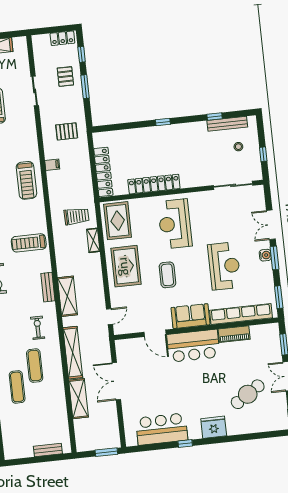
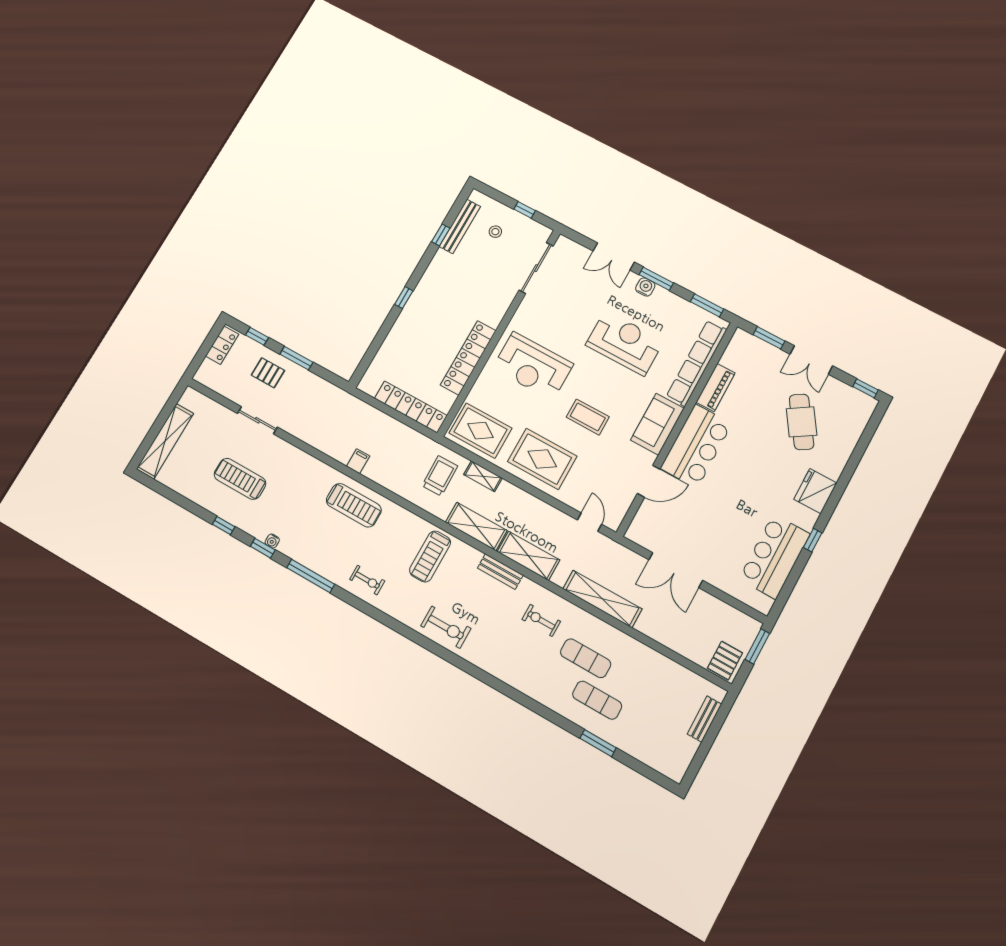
pallet: (67, 131) -> (725, 660), moved
shelving: (78, 399) -> (476, 526), moved

